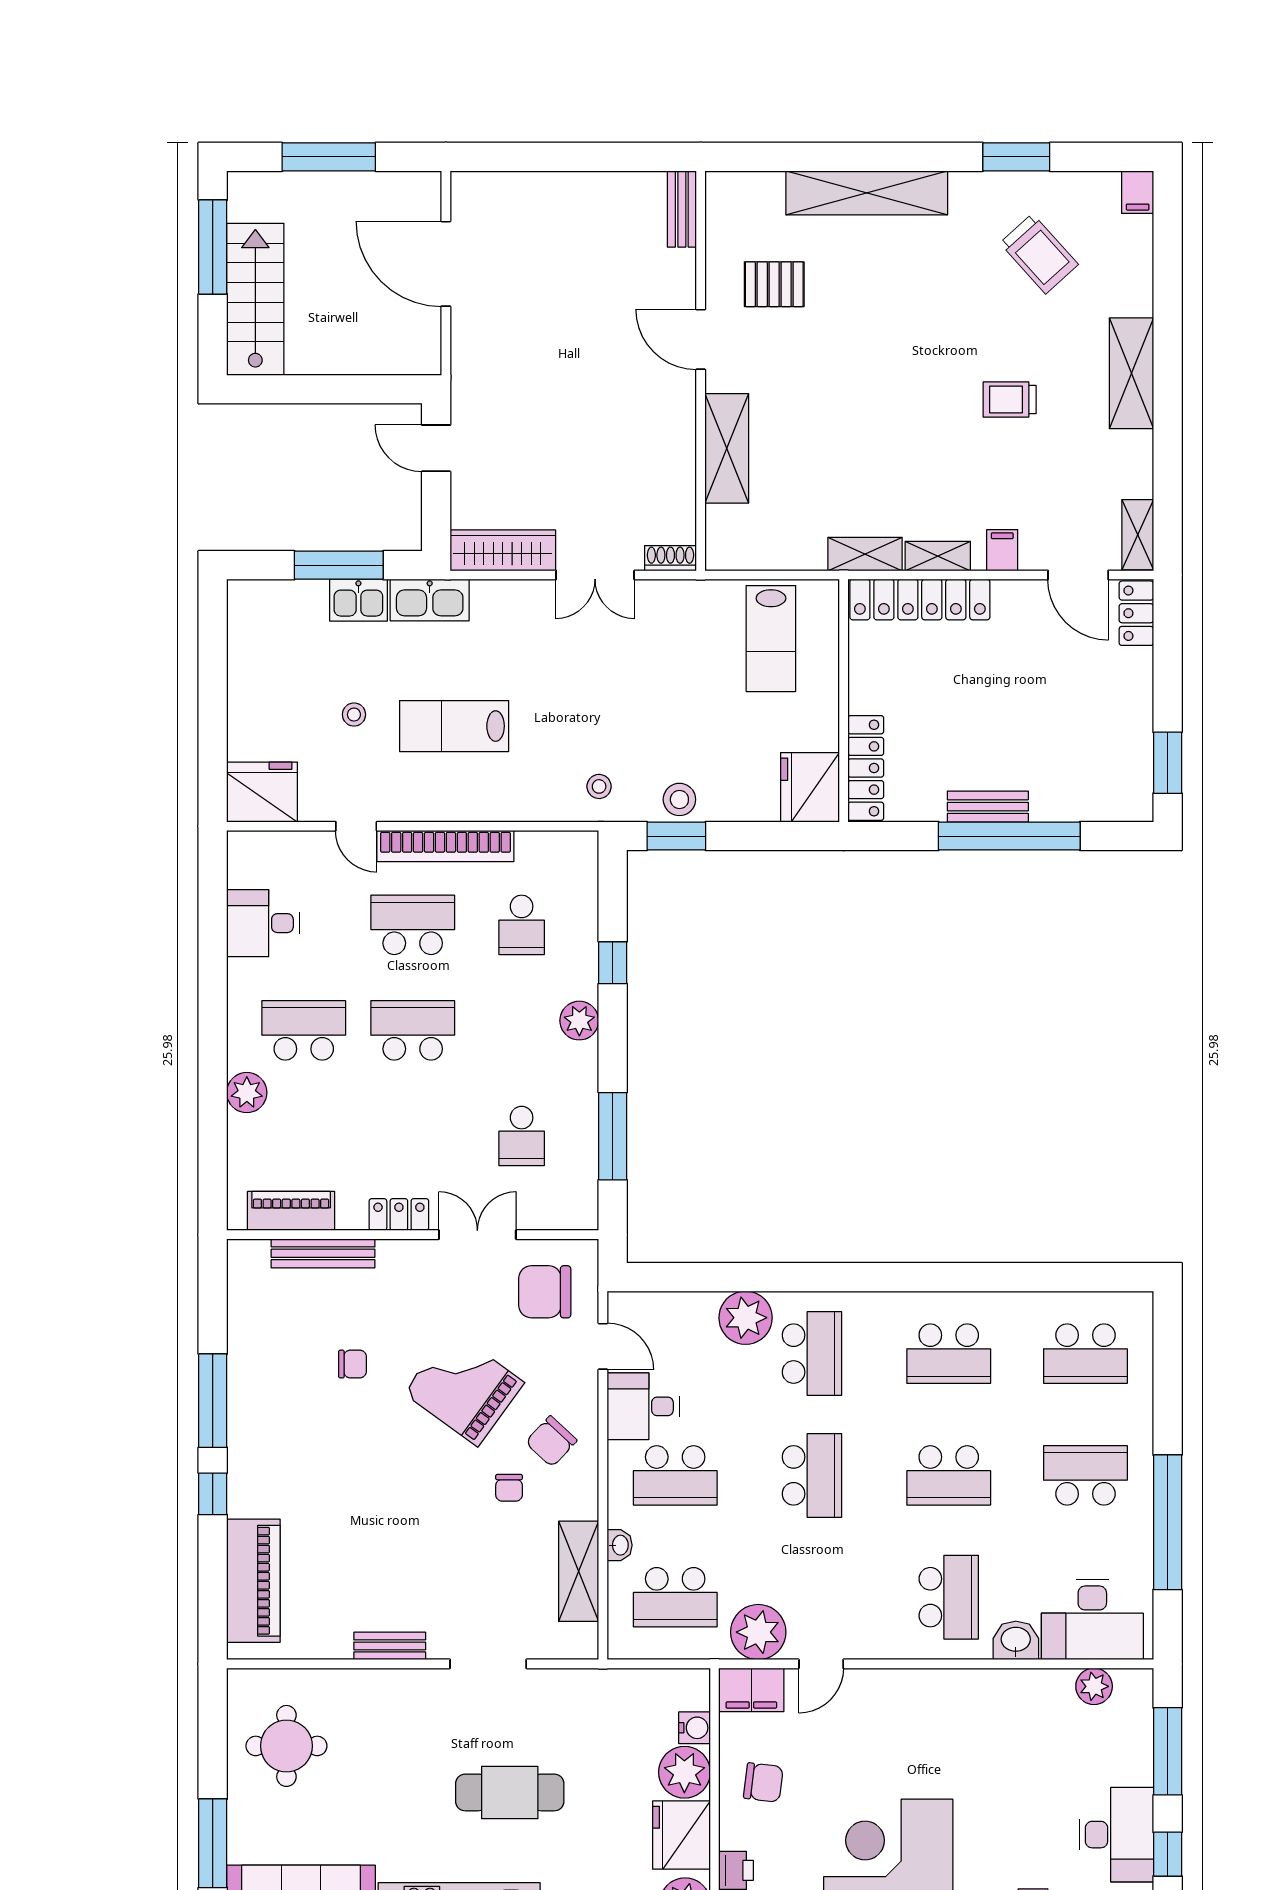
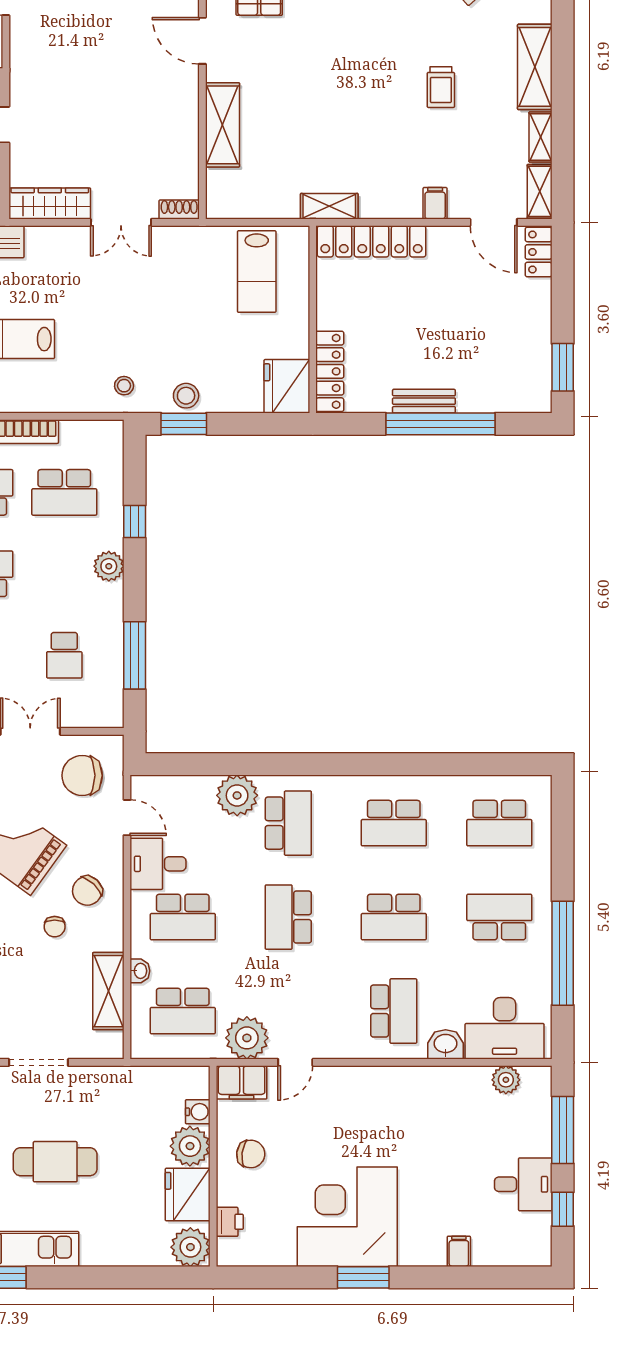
trolley: (1010, 399) -> (441, 87), turned -90
shelving: (938, 556) -> (541, 137), moved, turned 90
school desk: (522, 925) -> (64, 492), width x1.85
school desk: (812, 1475) -> (288, 917), turned 180
desk: (1117, 1835) -> (523, 1184), width x0.73

